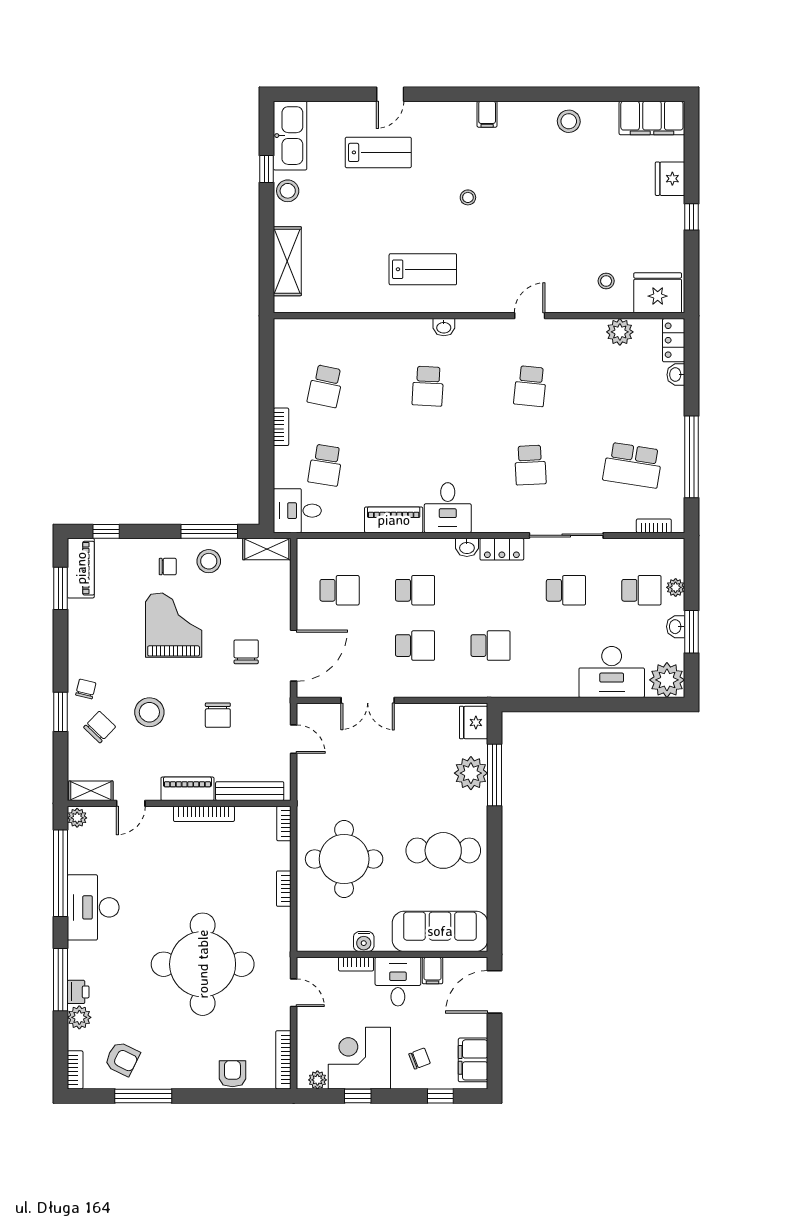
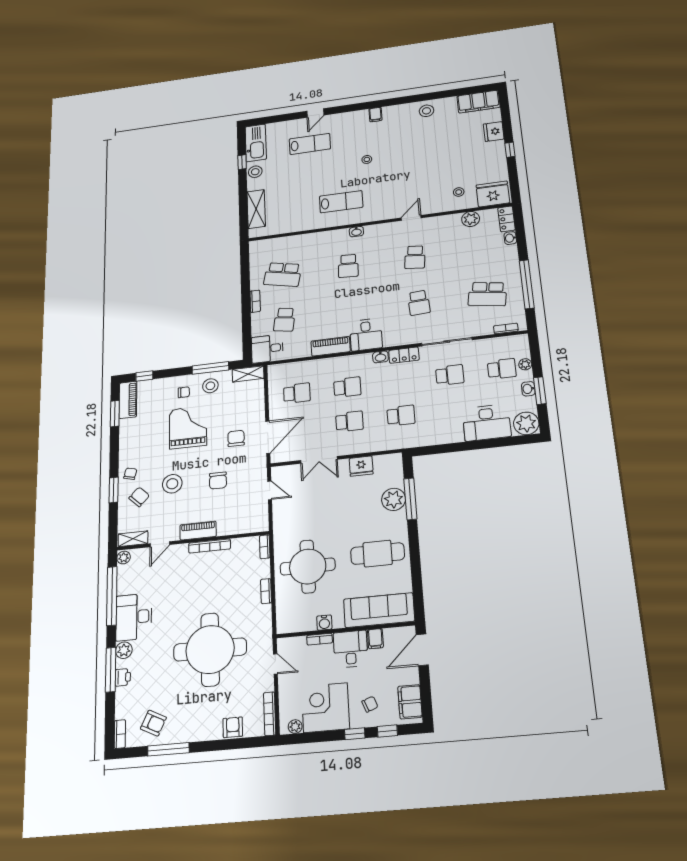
school desk: (325, 386) -> (283, 274), width x1.85
fridge: (474, 722) -> (361, 466), moved, turned -90
bench: (250, 791) -> (241, 528), removed
plant: (79, 1017) -> (124, 650), moved
window: (358, 1096) -> (355, 734), moved

